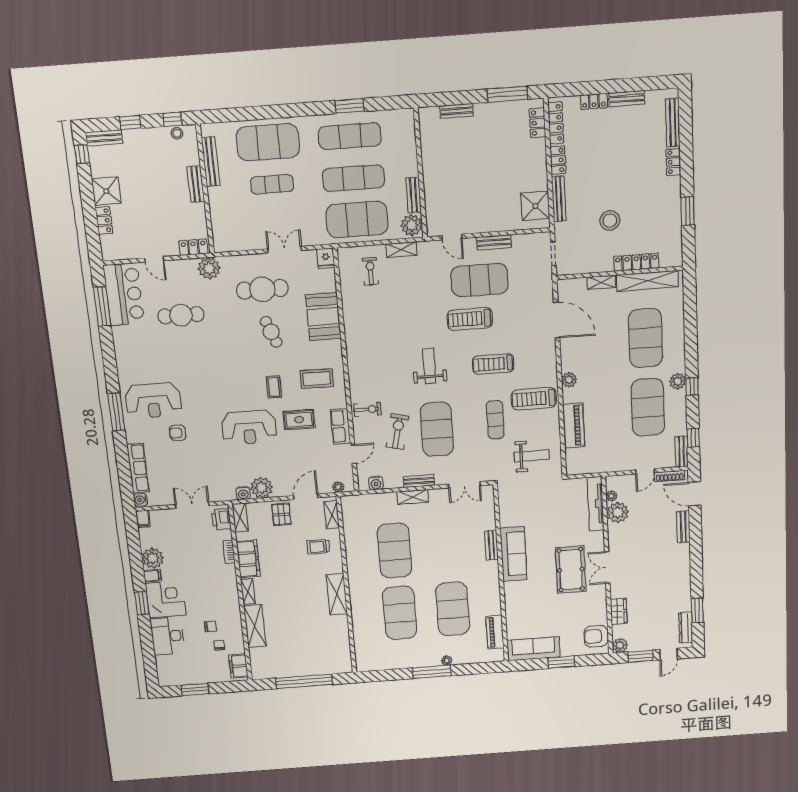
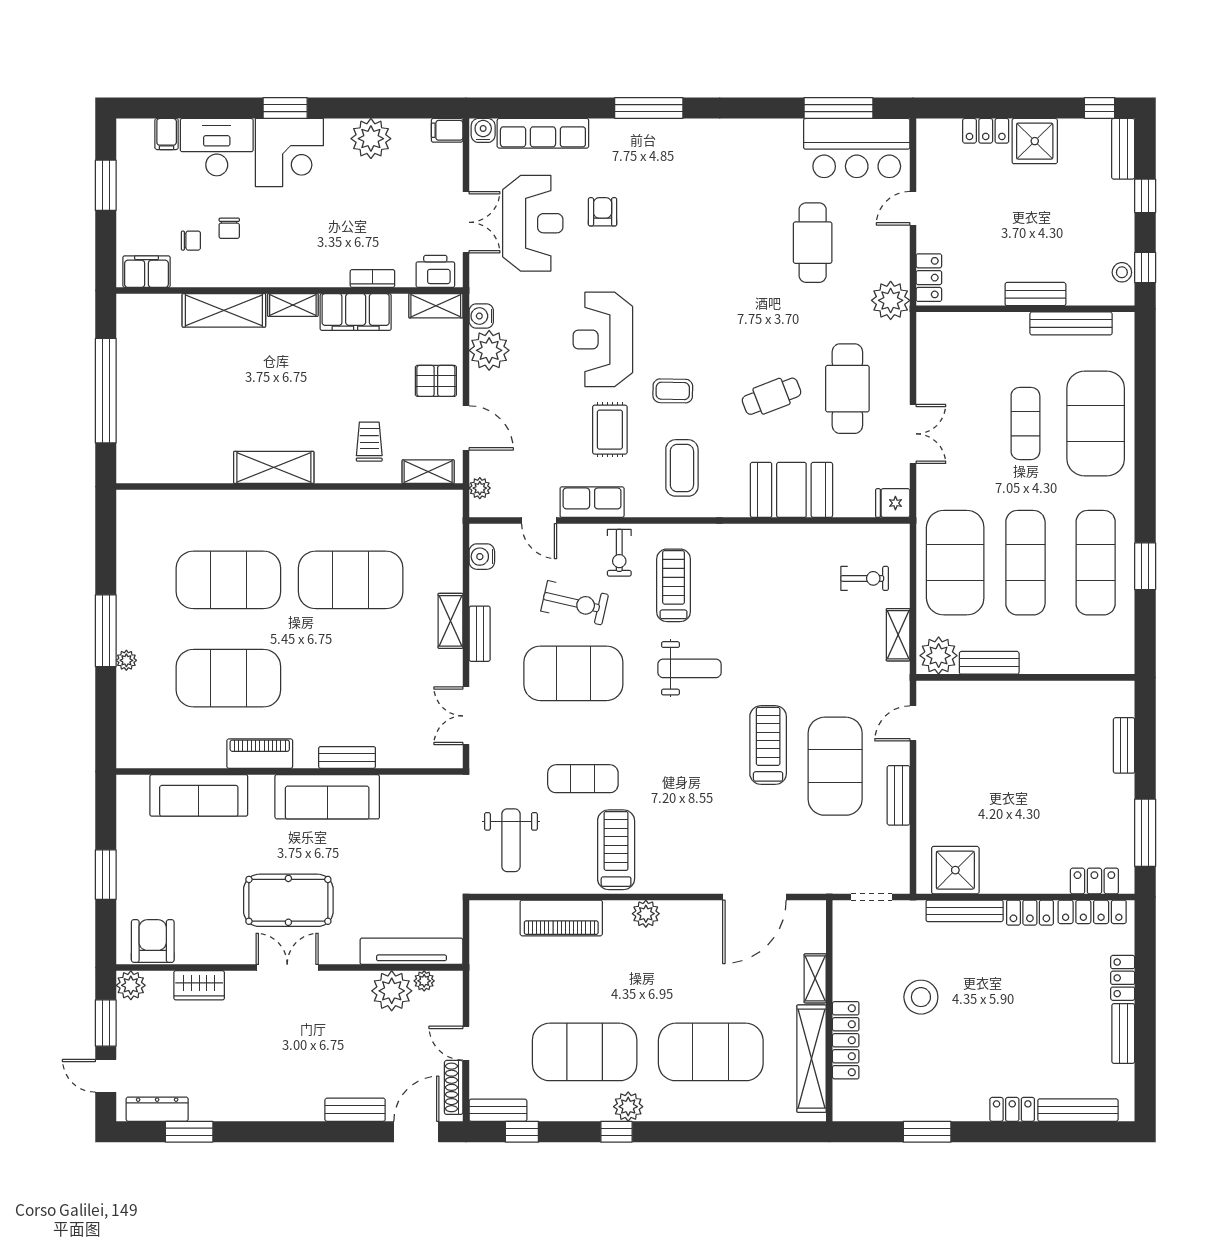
treadmill: (493, 364) -> (674, 585), moved
reception desk: (153, 401) -> (533, 223), moved, turned 180
filing cabinet: (152, 576) -> (167, 134), moved
piano: (495, 632) -> (260, 754), moved
sofa: (533, 649) -> (199, 795), moved, turned 90

